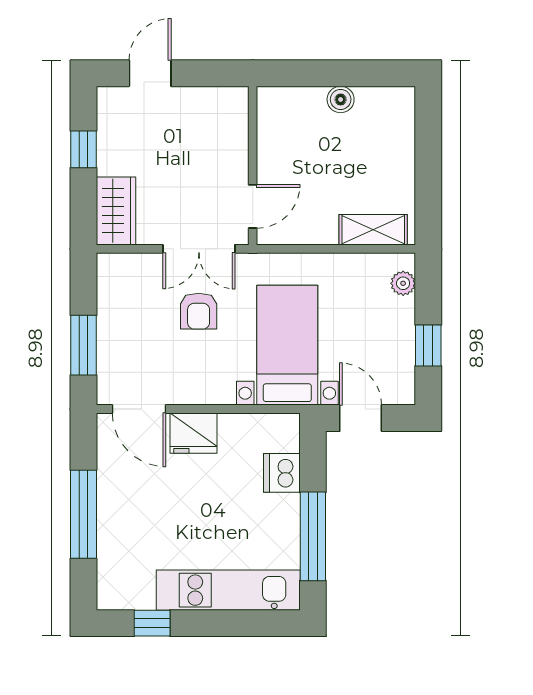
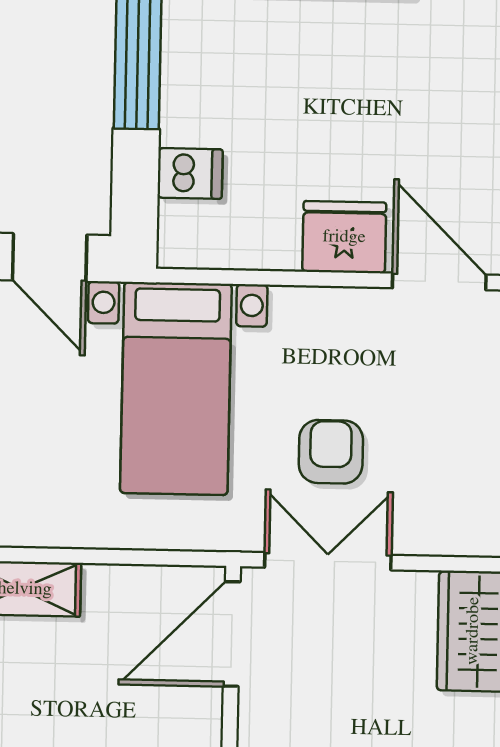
door: (253, 206) -> (232, 634), width x1.38
dishwasher: (282, 473) -> (190, 173), width x0.73

